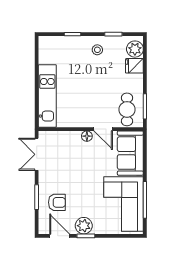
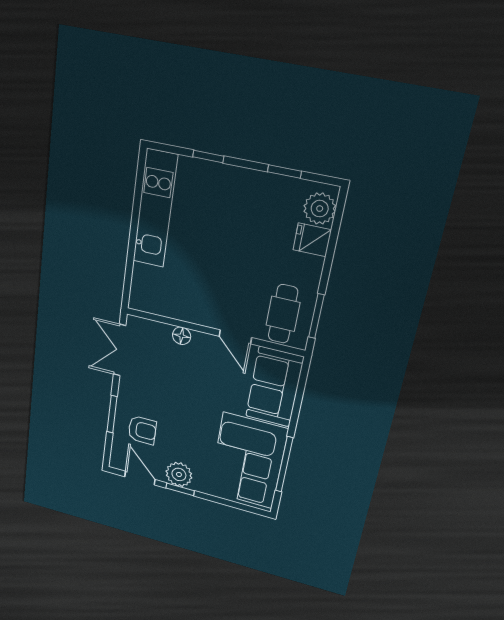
stool: (97, 50) -> (249, 196), removed
kitchen unit: (47, 96) -> (155, 209), moved
floor lamp: (87, 136) -> (182, 336), moved

